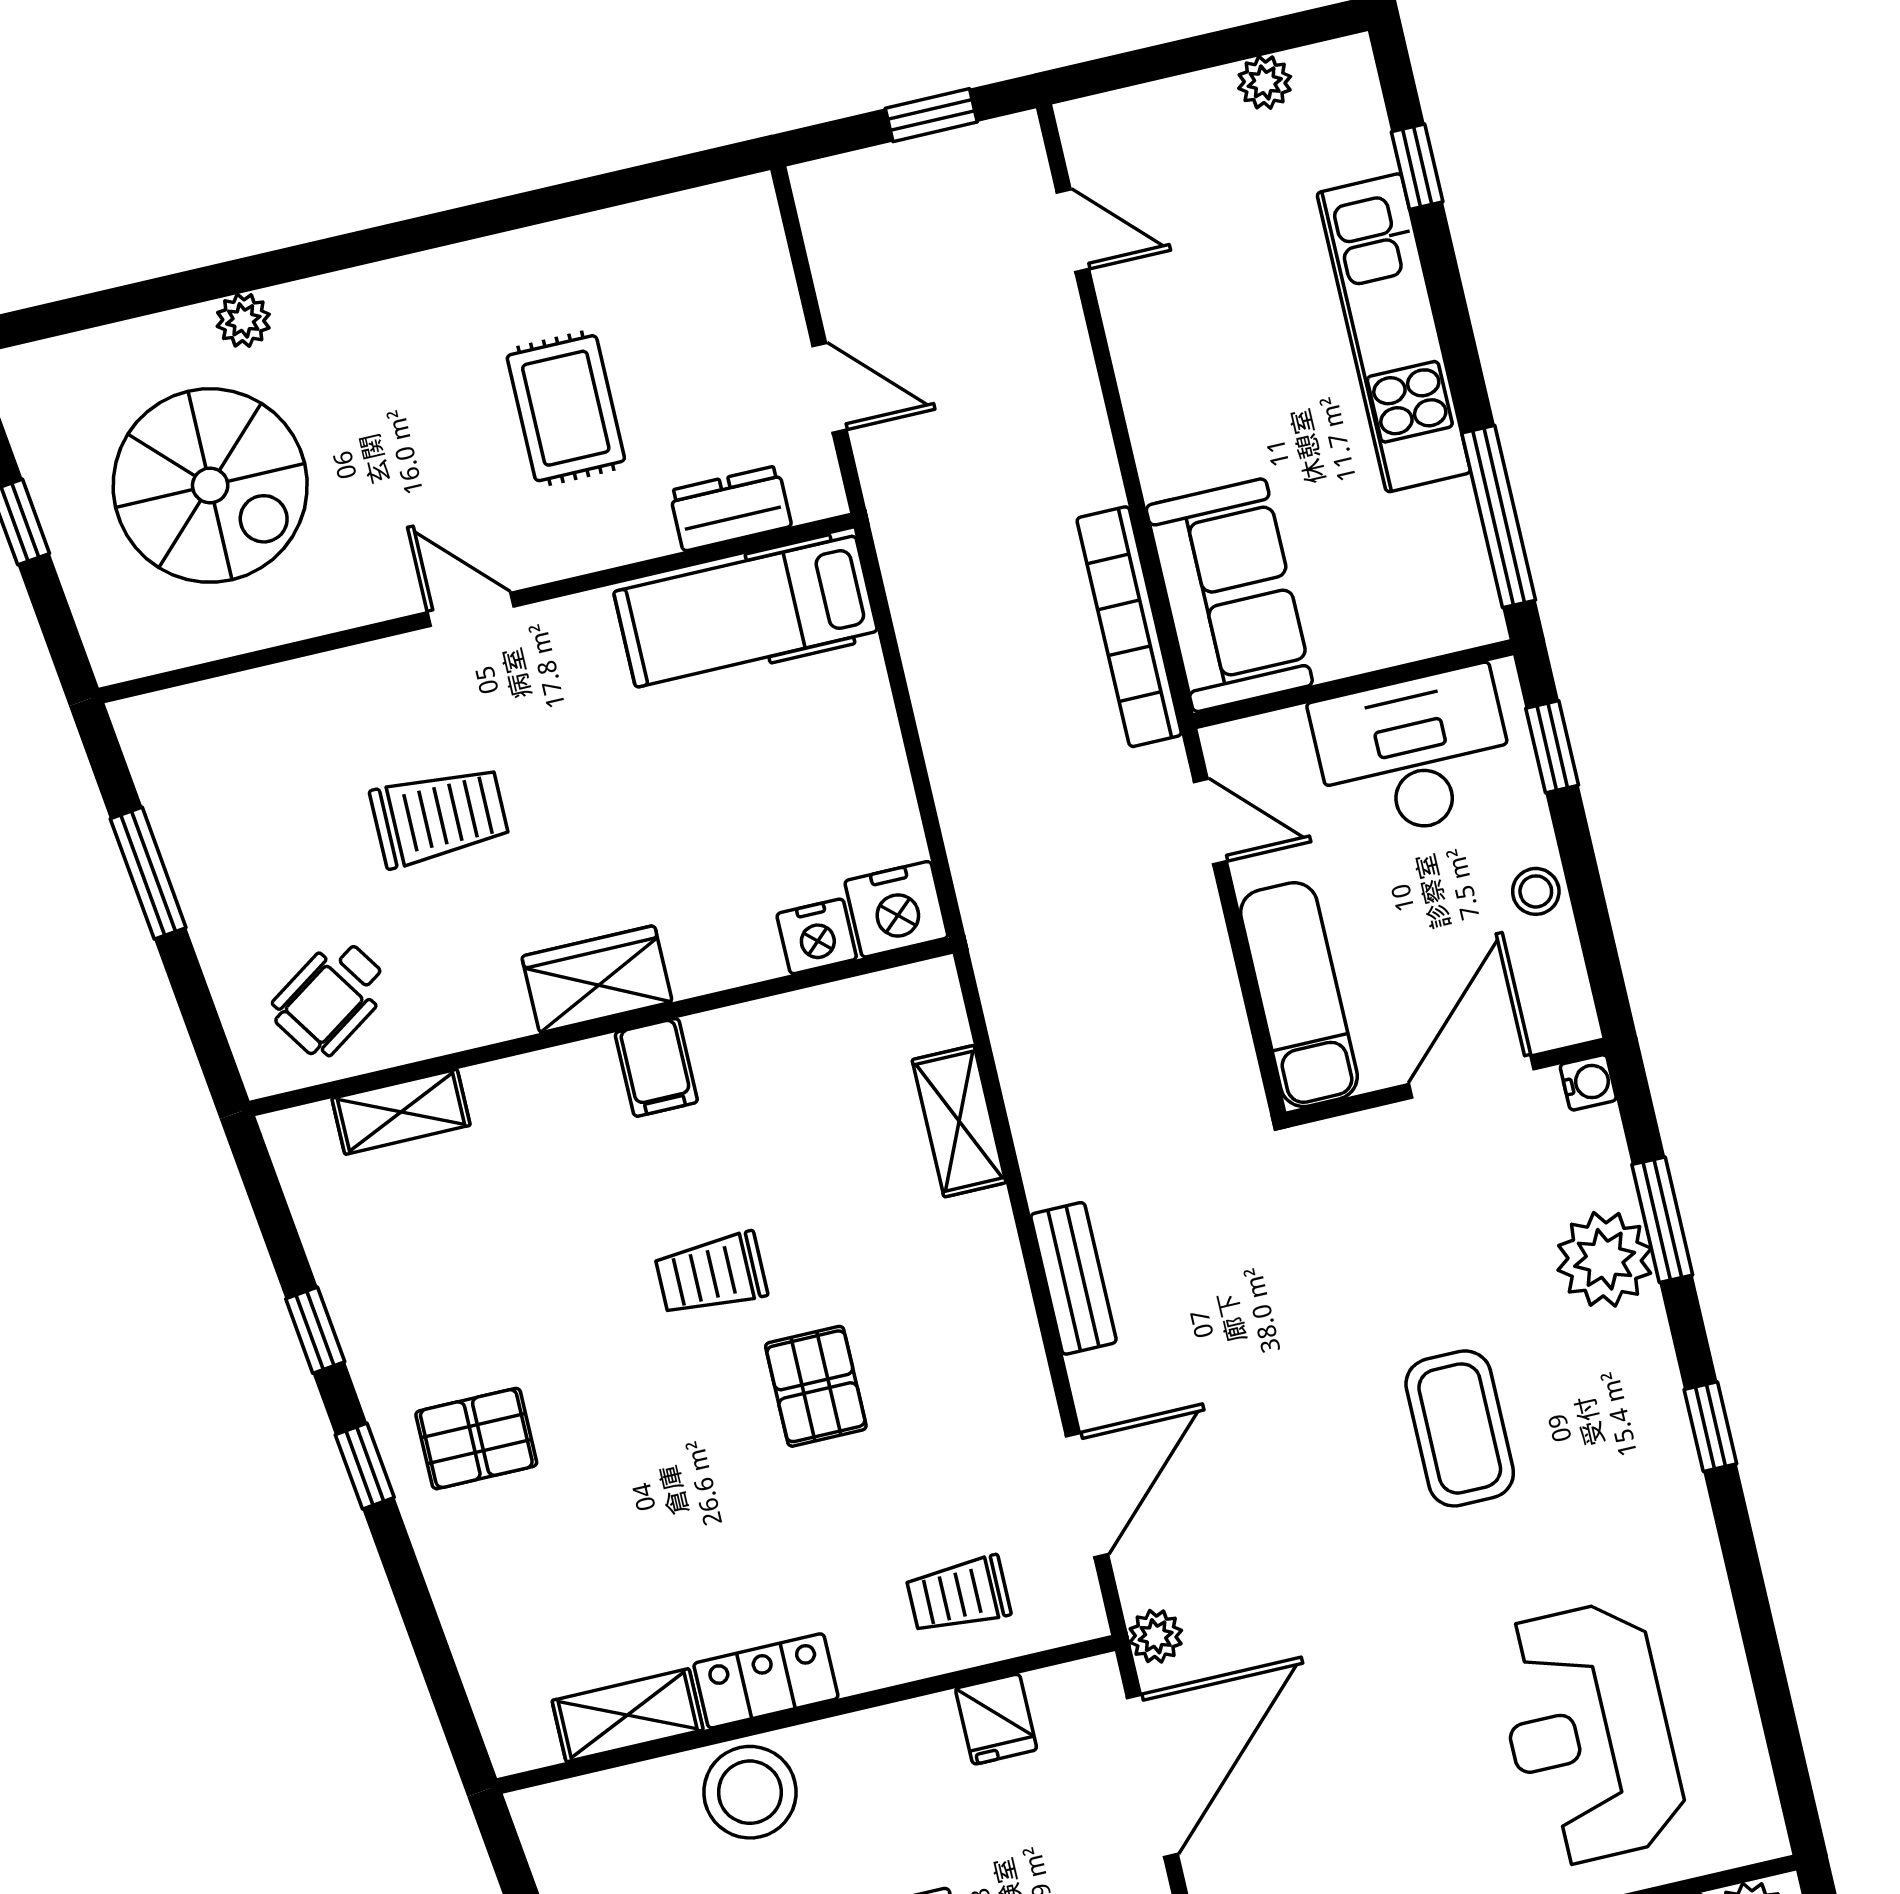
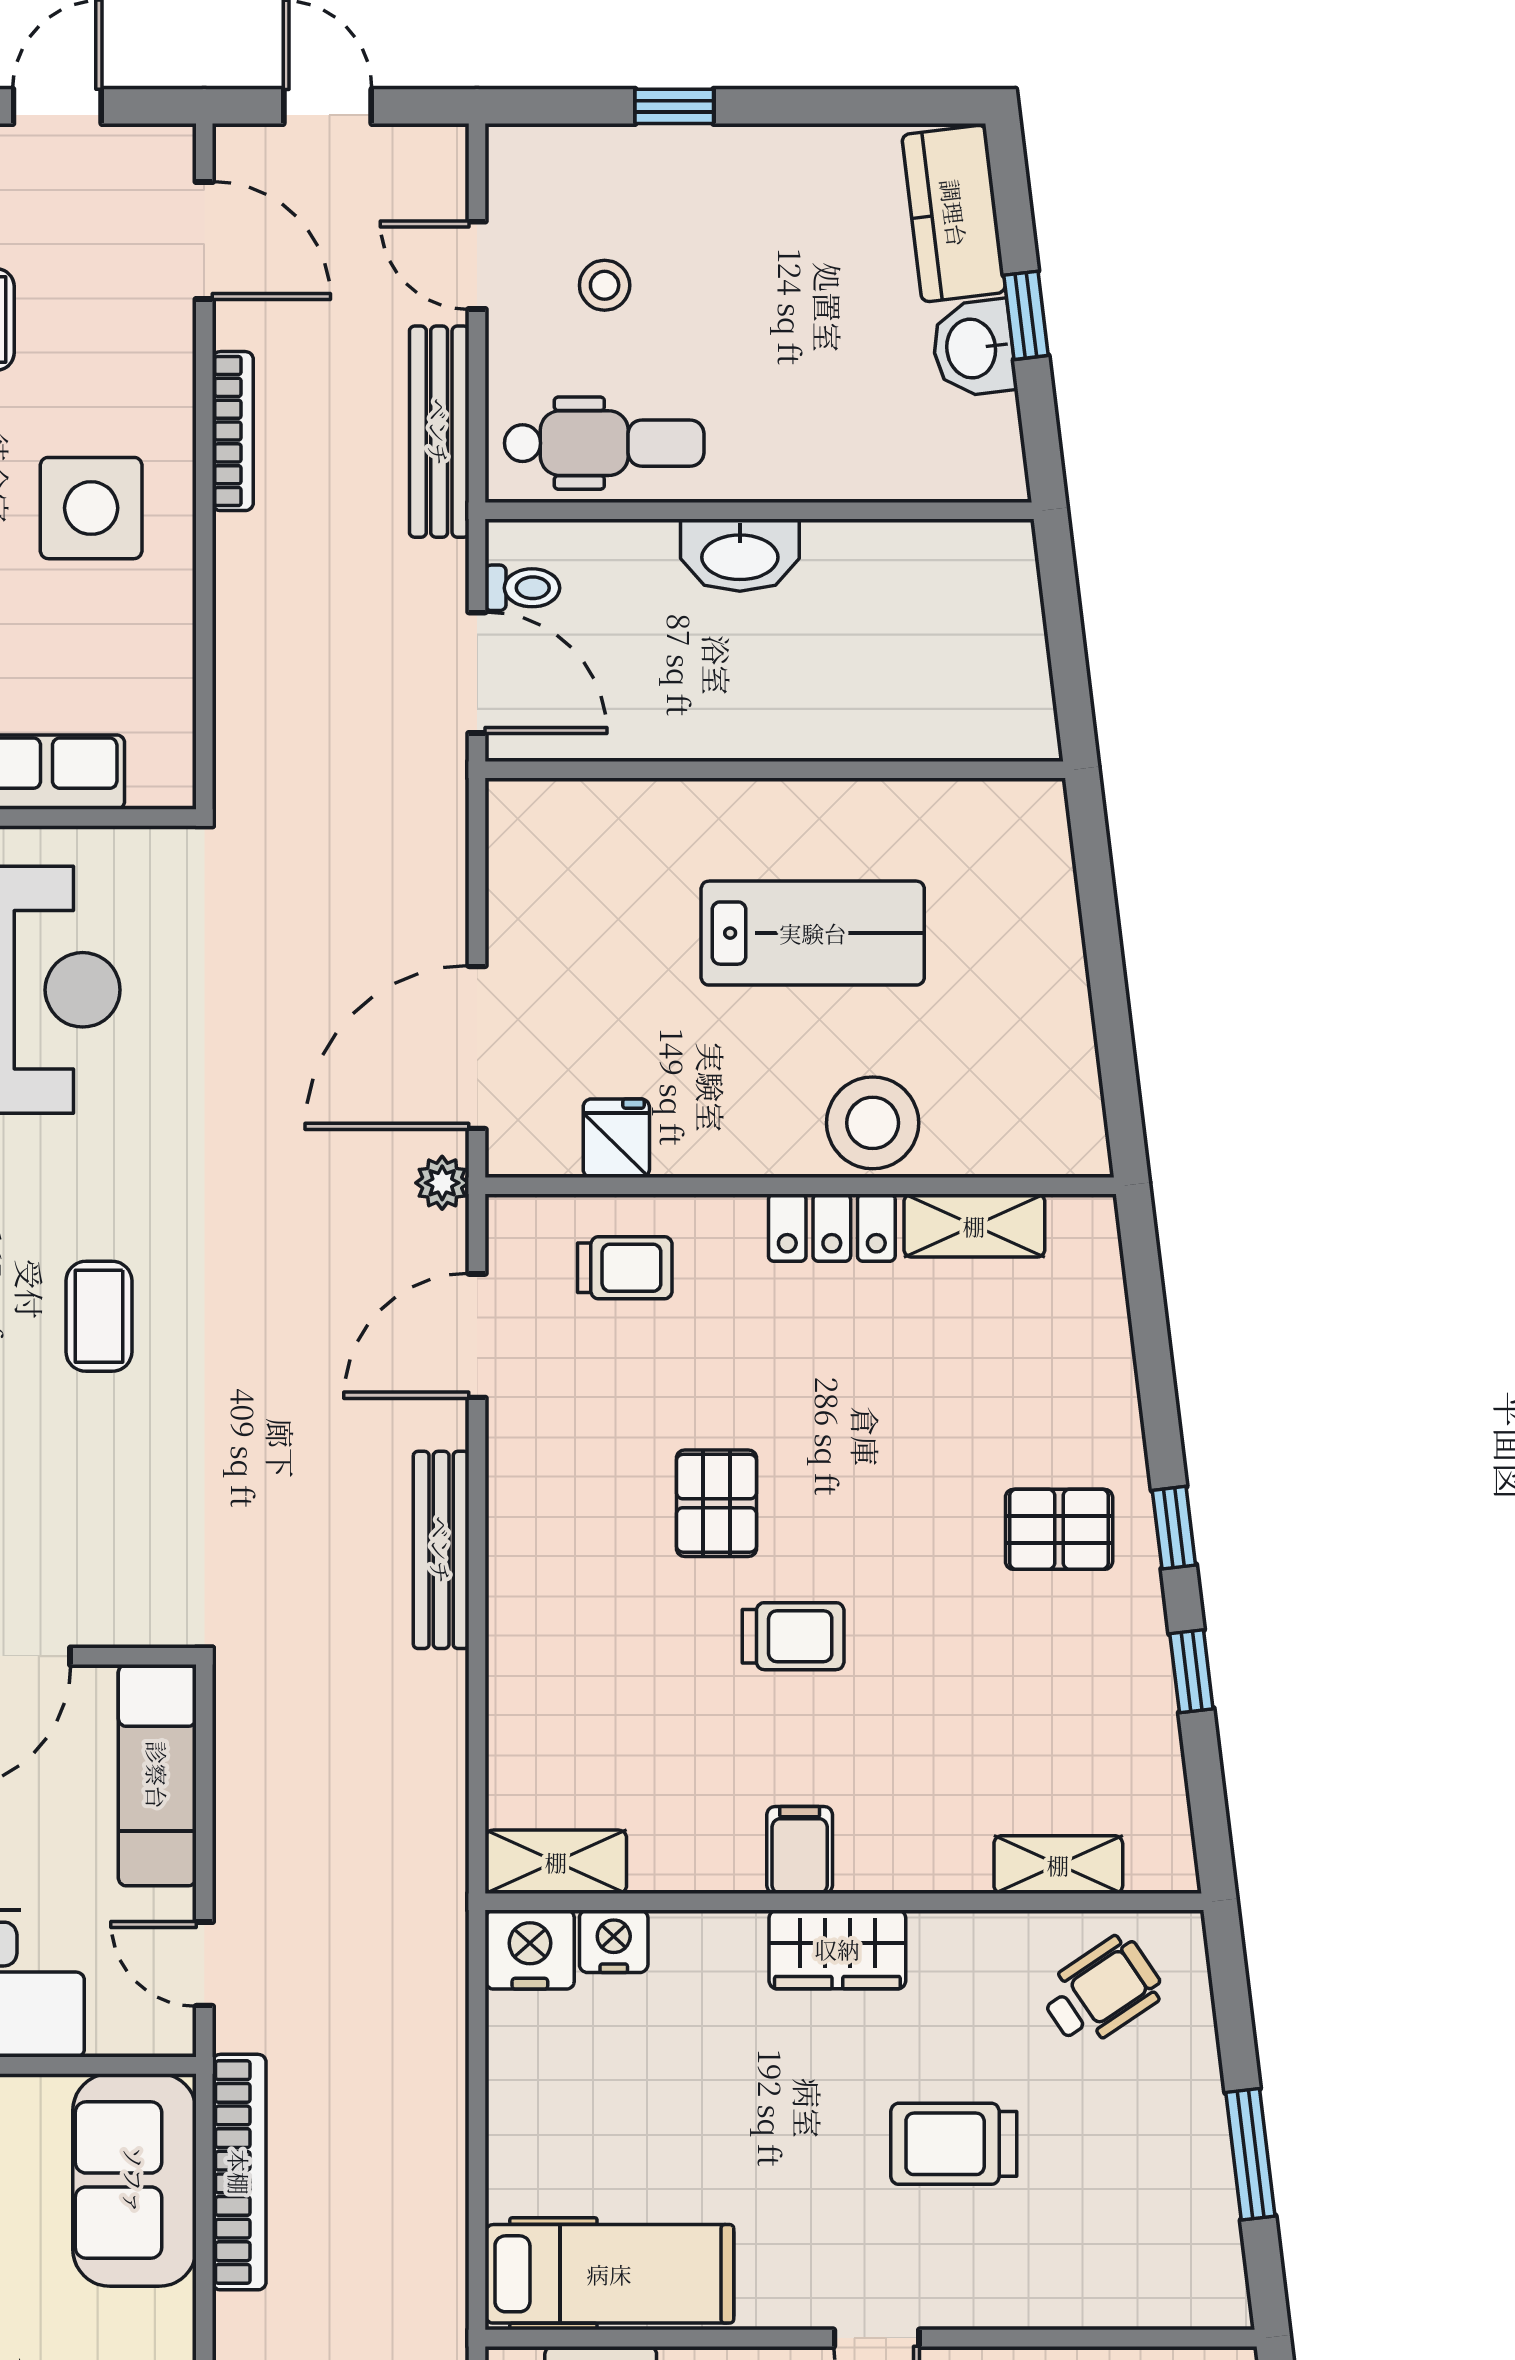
shelving: (959, 1121) -> (556, 1862), moved, turned 90
bench: (1073, 1278) -> (441, 1550), width x1.36
coffee table: (1460, 1428) -> (99, 1316), width x0.73, depth x0.77

